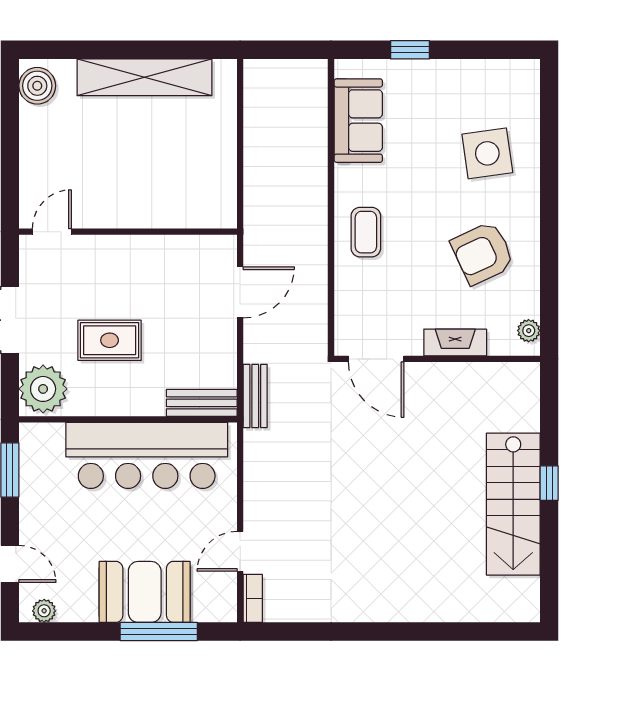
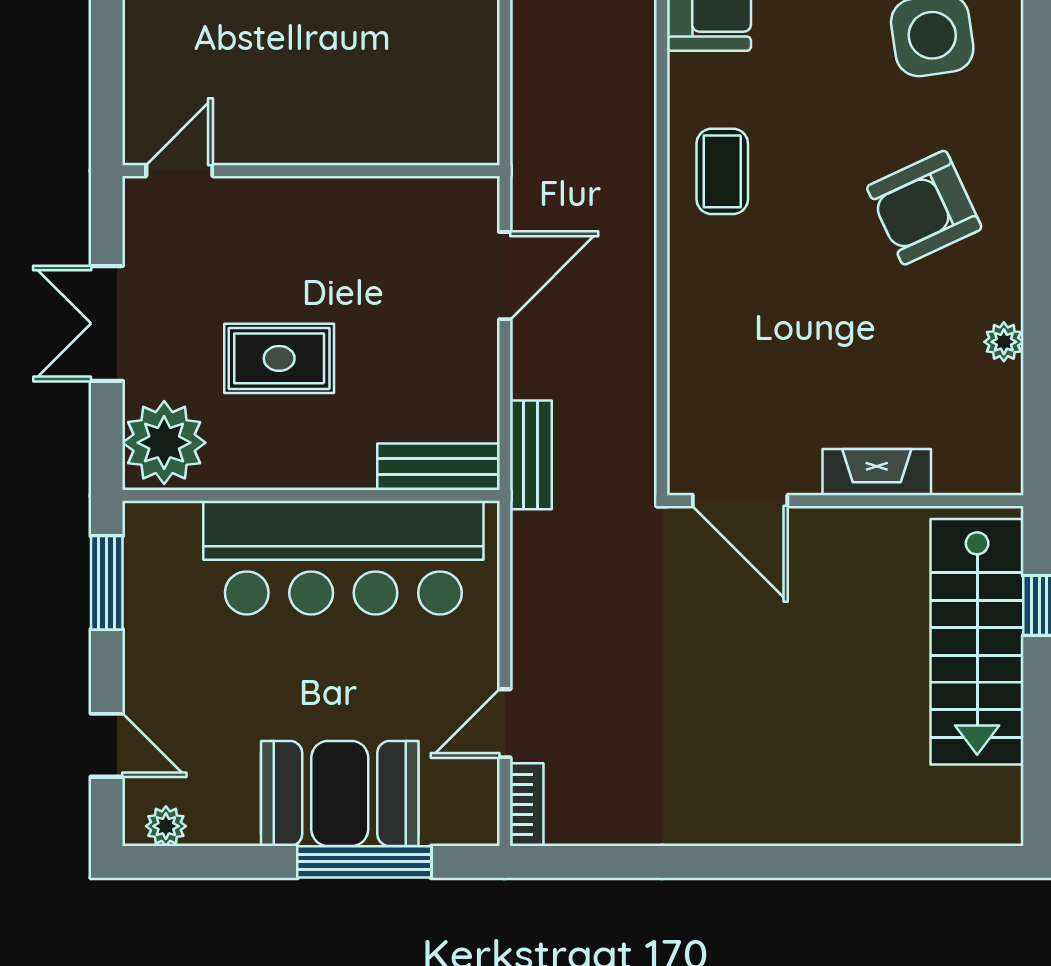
fireplace: (455, 342) -> (877, 472), moved
door: (376, 359) -> (740, 501), moved
wall: (437, 359) -> (845, 501), moved

